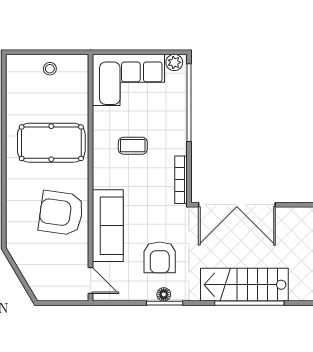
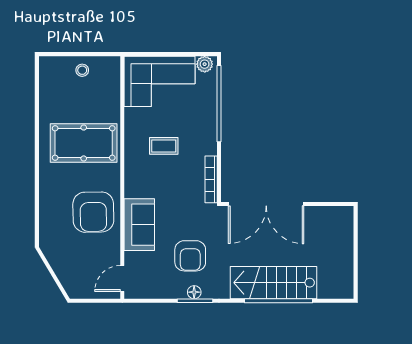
armchair: (61, 213) -> (93, 212), turned -99
sofa: (108, 226) -> (139, 225), width x0.73
door: (91, 281) -> (122, 279), swing flipped

